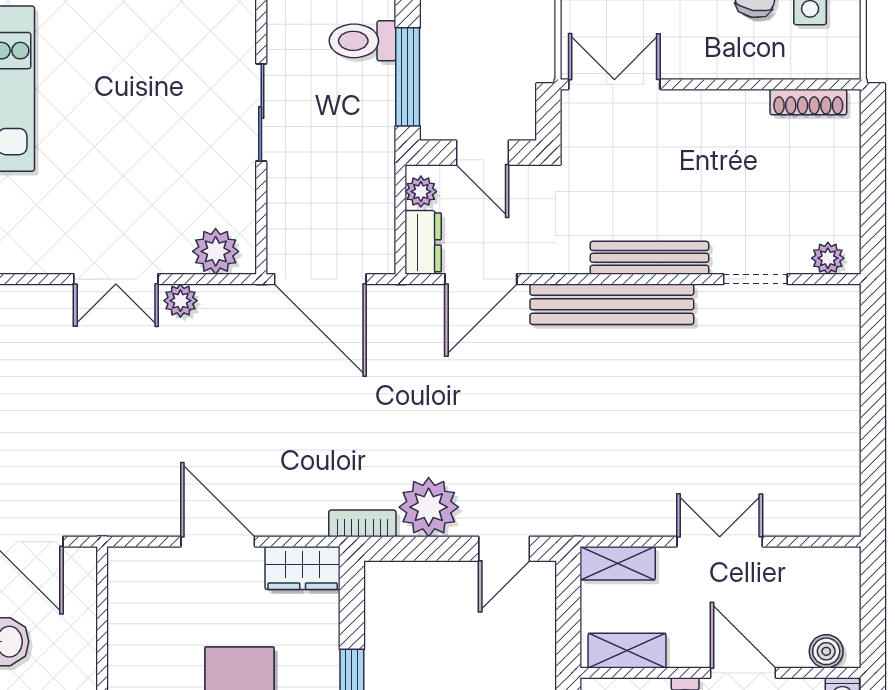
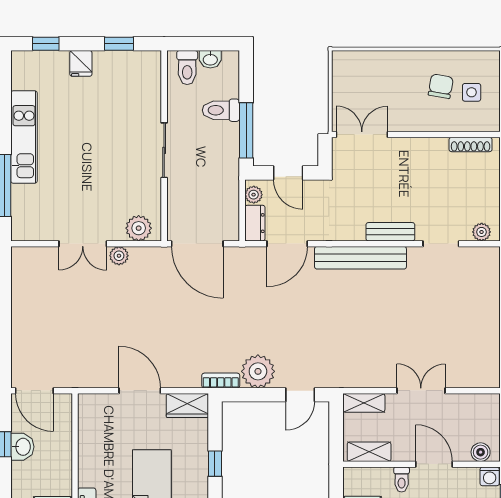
bench: (649, 258) -> (390, 232), width x0.73

